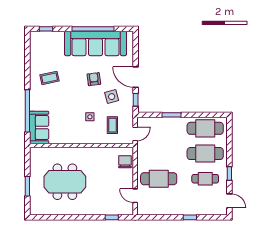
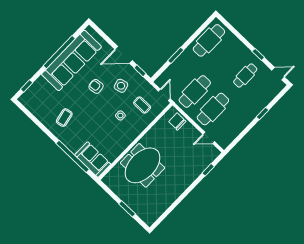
cafe table: (205, 154) -> (195, 91), moved
meeting table: (65, 182) -> (143, 165), moved

